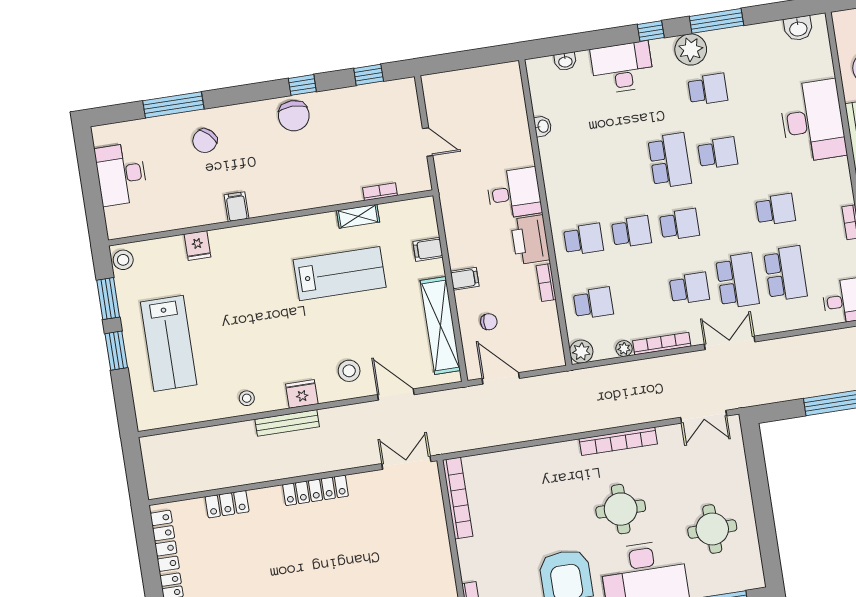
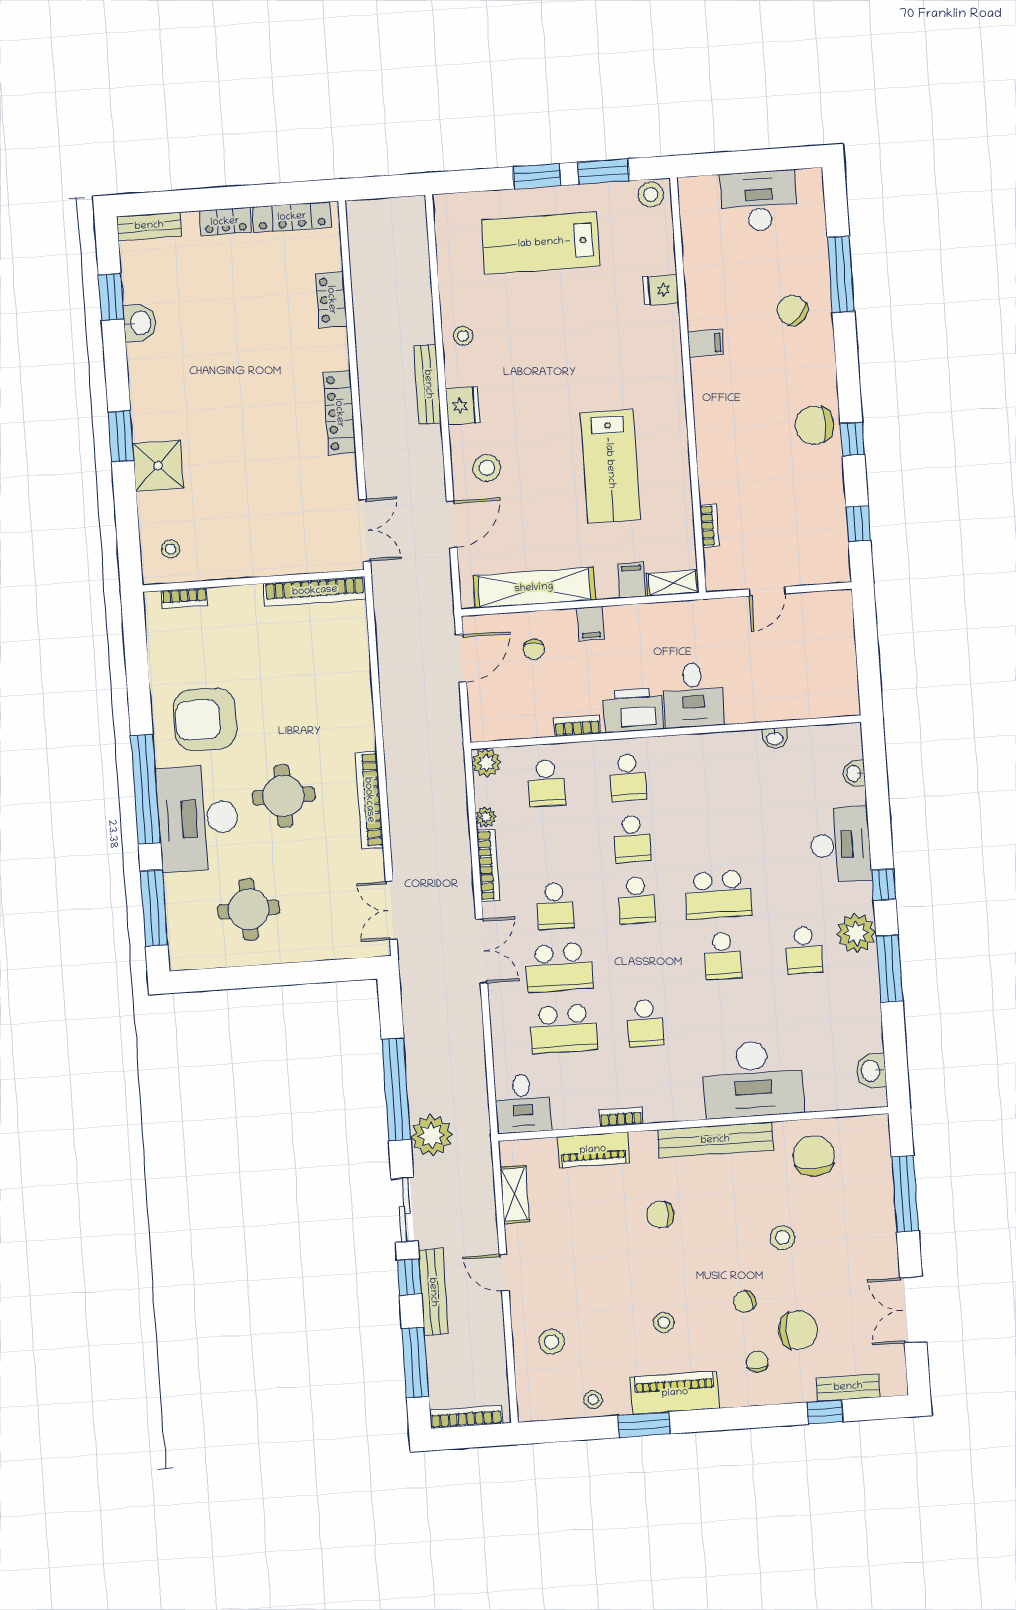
shelving: (358, 216) -> (673, 583), moved, turned 90

